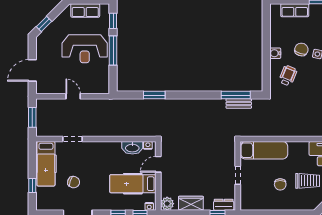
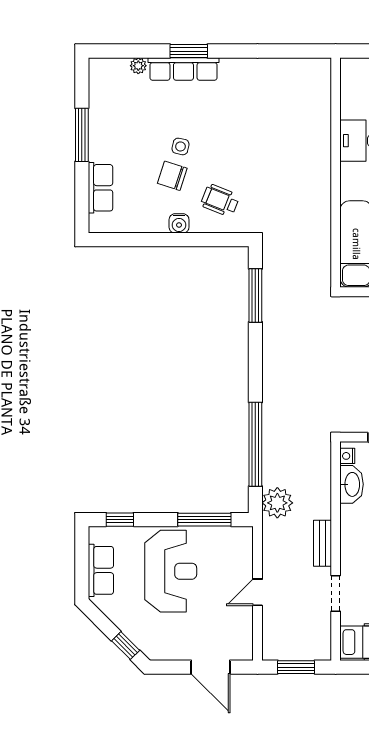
window: (113, 51) -> (204, 520), moved
window: (154, 95) -> (255, 444), width x2.11
bench: (239, 103) -> (322, 543), moved
plant: (122, 107) -> (277, 503), added

